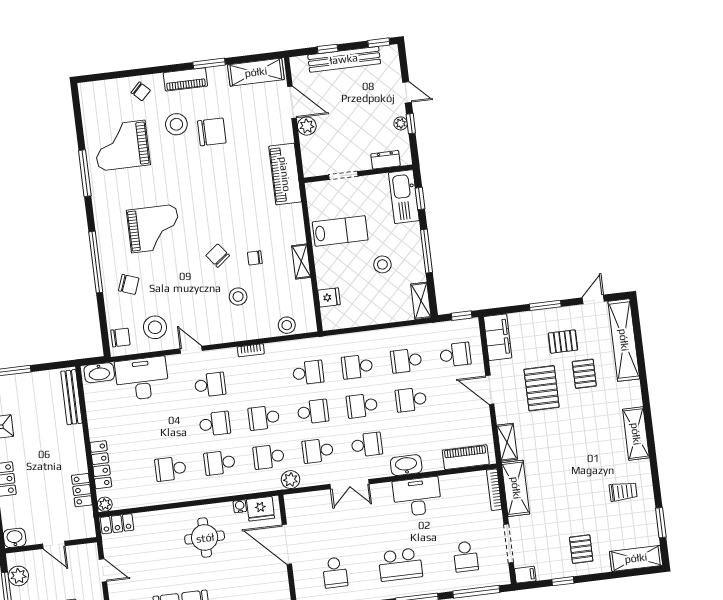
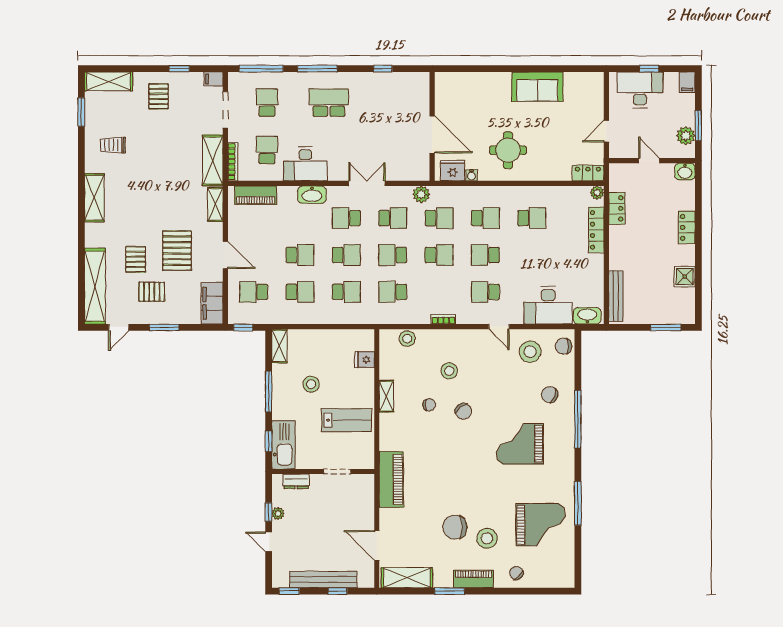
plant: (307, 126) -> (366, 522), removed
lab bench: (340, 231) -> (347, 420), turned 180
door: (103, 570) -> (606, 131), hinge flipped
school desk: (335, 573) -> (267, 150), moved

